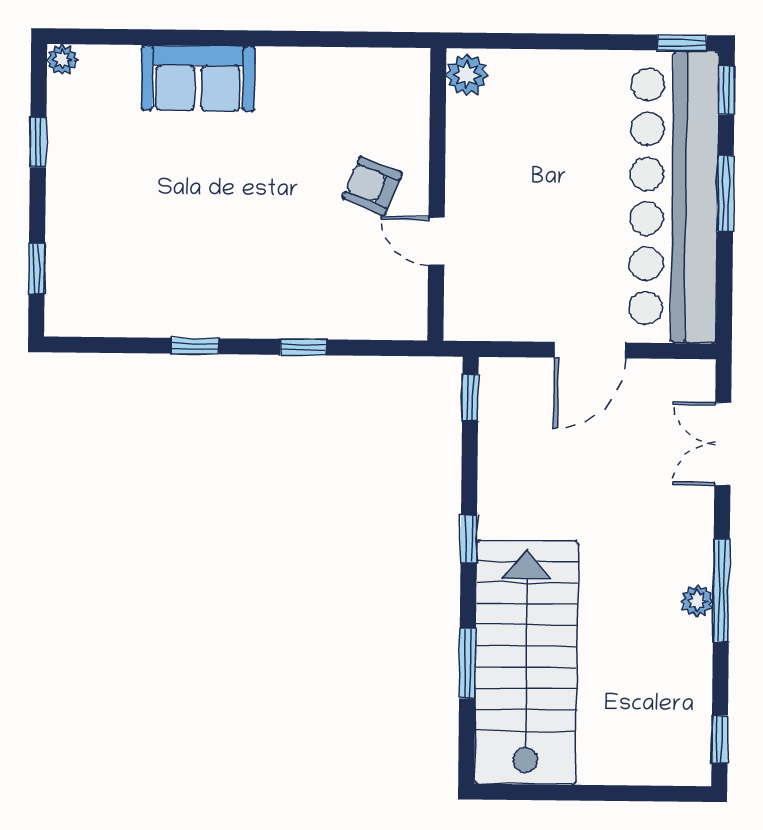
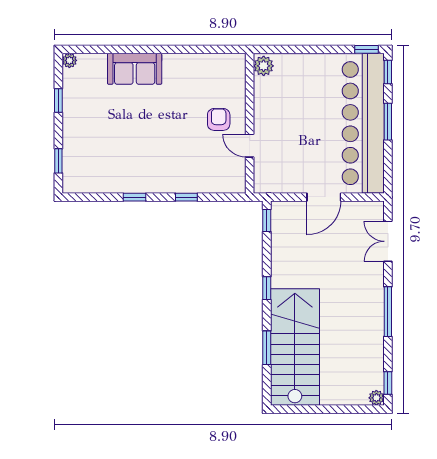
armchair: (372, 186) -> (219, 119), turned 68
plant: (697, 601) -> (376, 398), moved

